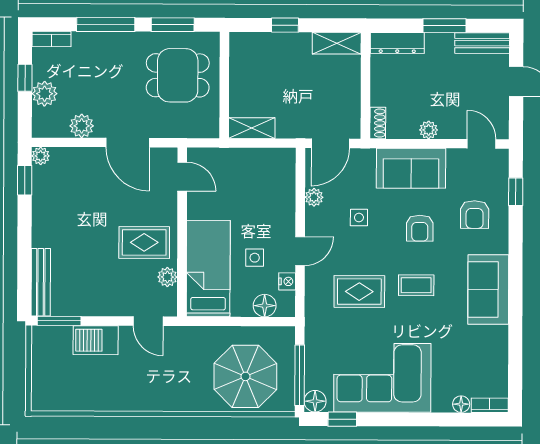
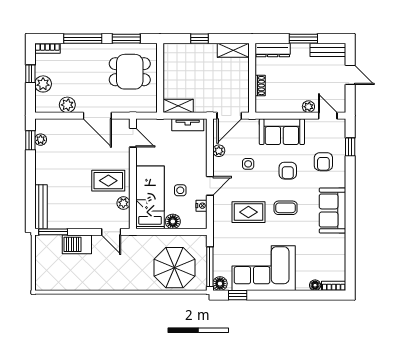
shoe rack: (378, 123) -> (260, 86), moved
plant: (429, 130) -> (308, 107), moved
plant: (41, 156) -> (41, 140), moved
tv unit: (266, 157) -> (188, 125), added
floor lamp: (265, 306) -> (173, 221), moved

